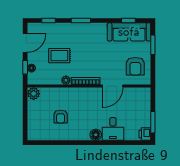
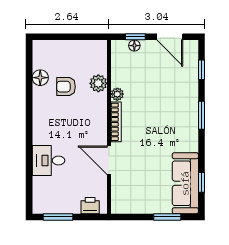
rug: (59, 56) -> (152, 85), removed
armchair: (135, 66) -> (137, 192), removed
plant: (34, 94) -> (98, 83), moved
printer: (145, 134) -> (90, 206), moved
floor lamp: (96, 135) -> (40, 78), moved

